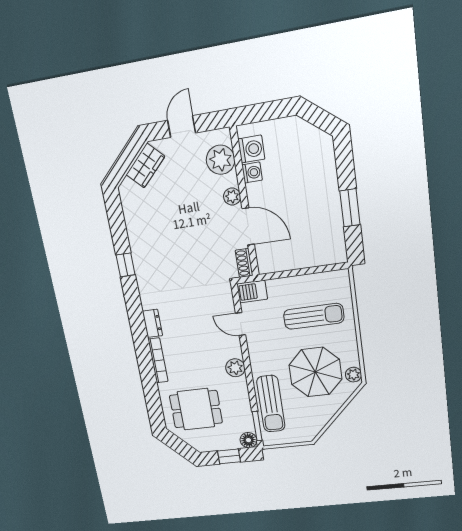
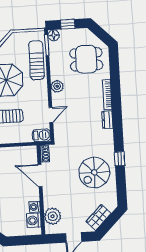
plant: (232, 197) -> (48, 194), removed
spiral stairs: (162, 240) -> (94, 172), added
door: (241, 324) -> (51, 115), hinge flipped

